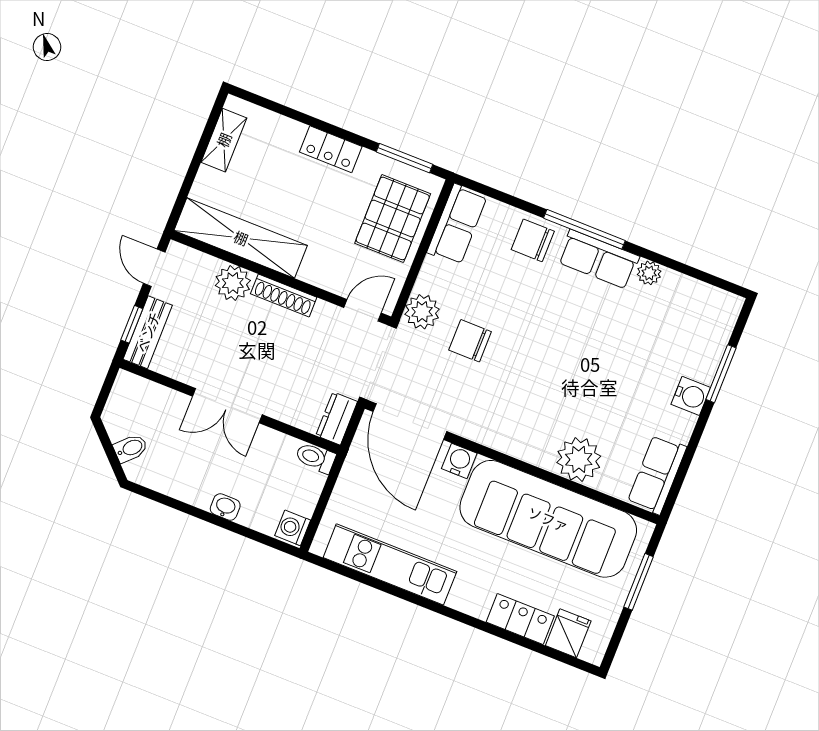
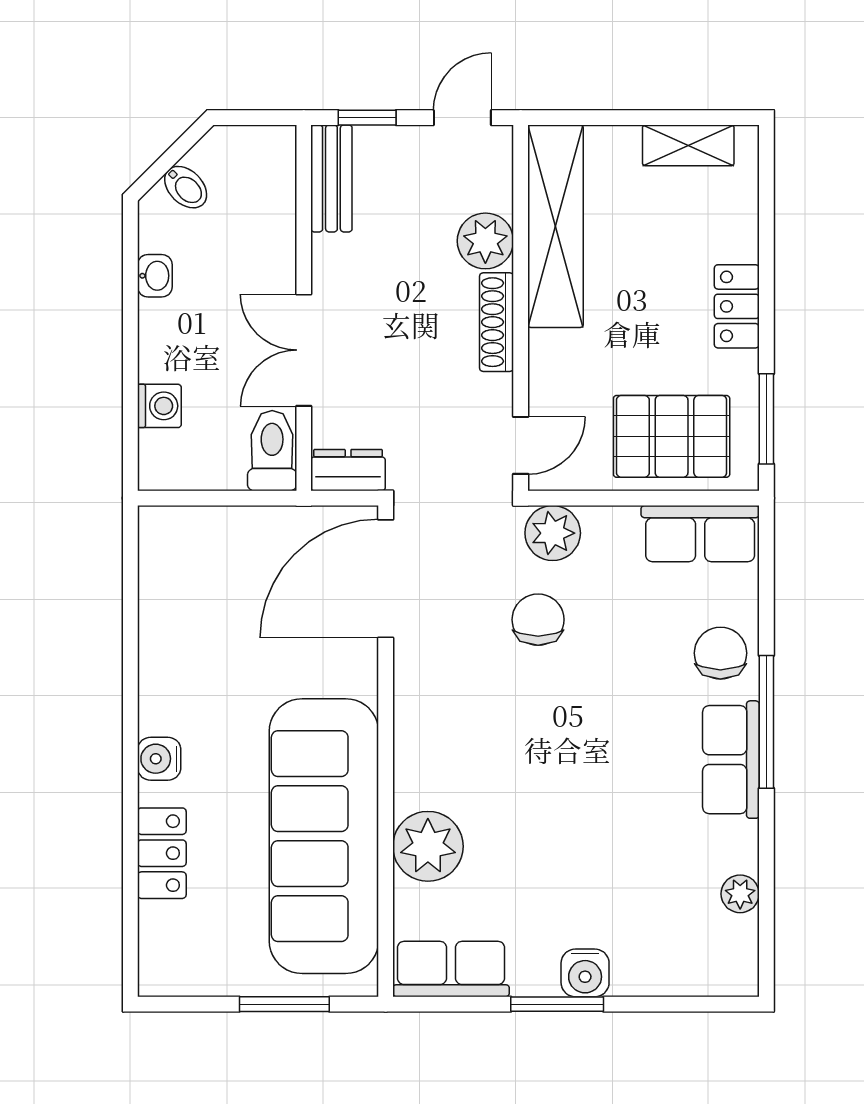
plant: (649, 273) -> (740, 894), moved
door: (363, 310) -> (521, 445), hinge flipped
bench: (148, 332) -> (331, 178), moved, turned 90
window: (721, 374) -> (557, 1004), moved
double door: (227, 406) -> (304, 350), moved
toilet: (315, 458) -> (272, 451), width x1.37, depth x1.39
water cooler: (459, 461) -> (159, 759), moved, turned 180
washbasin: (225, 507) -> (155, 276), moved
washing machine: (293, 528) -> (159, 406), moved, turned 90
kitchen unit: (390, 564) -> (166, 632), removed
fridge: (568, 633) -> (169, 931), removed

